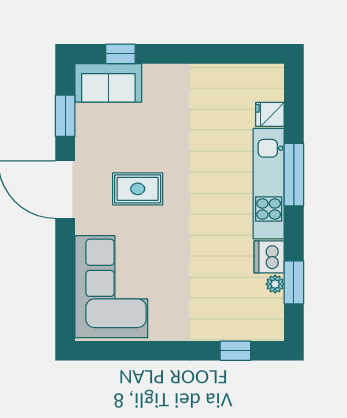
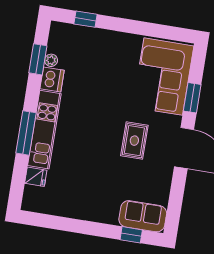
window: (65, 116) -> (192, 98), moved
rug: (138, 189) -> (134, 141), turned 90

